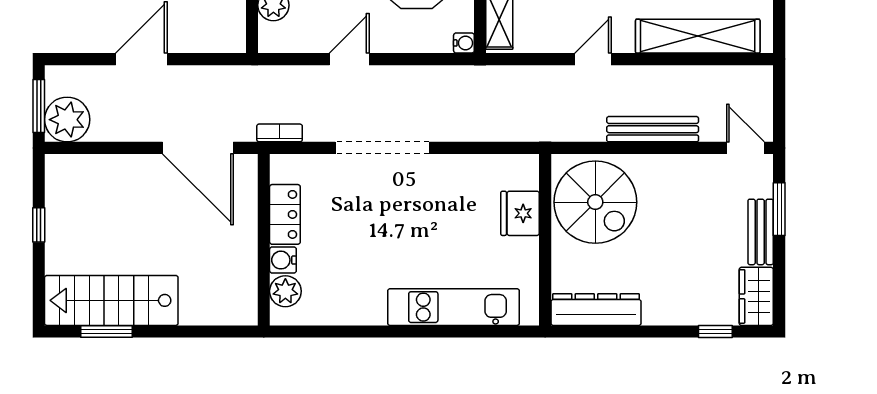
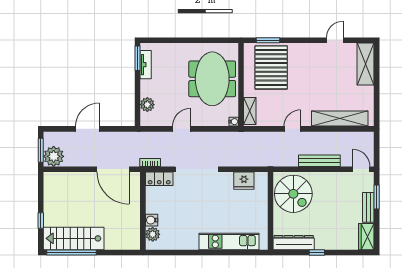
fridge: (520, 213) -> (244, 181), moved, turned -90
locker: (285, 214) -> (159, 179), moved, turned 90
window: (39, 225) -> (41, 220), moved
window: (106, 332) -> (72, 253), width x2.11
window: (715, 332) -> (317, 253), moved

